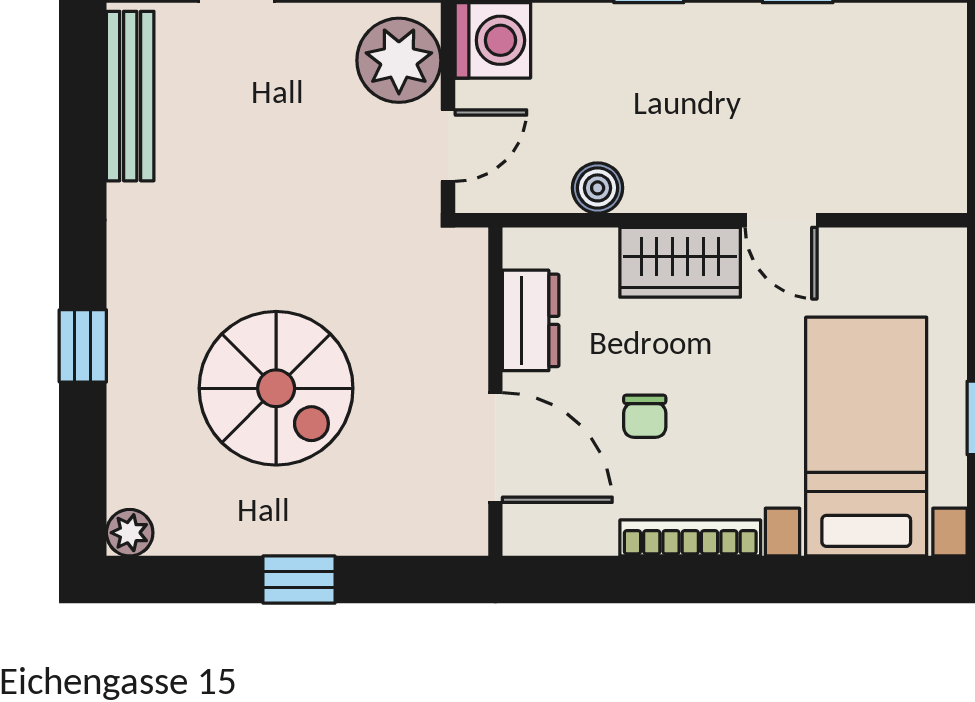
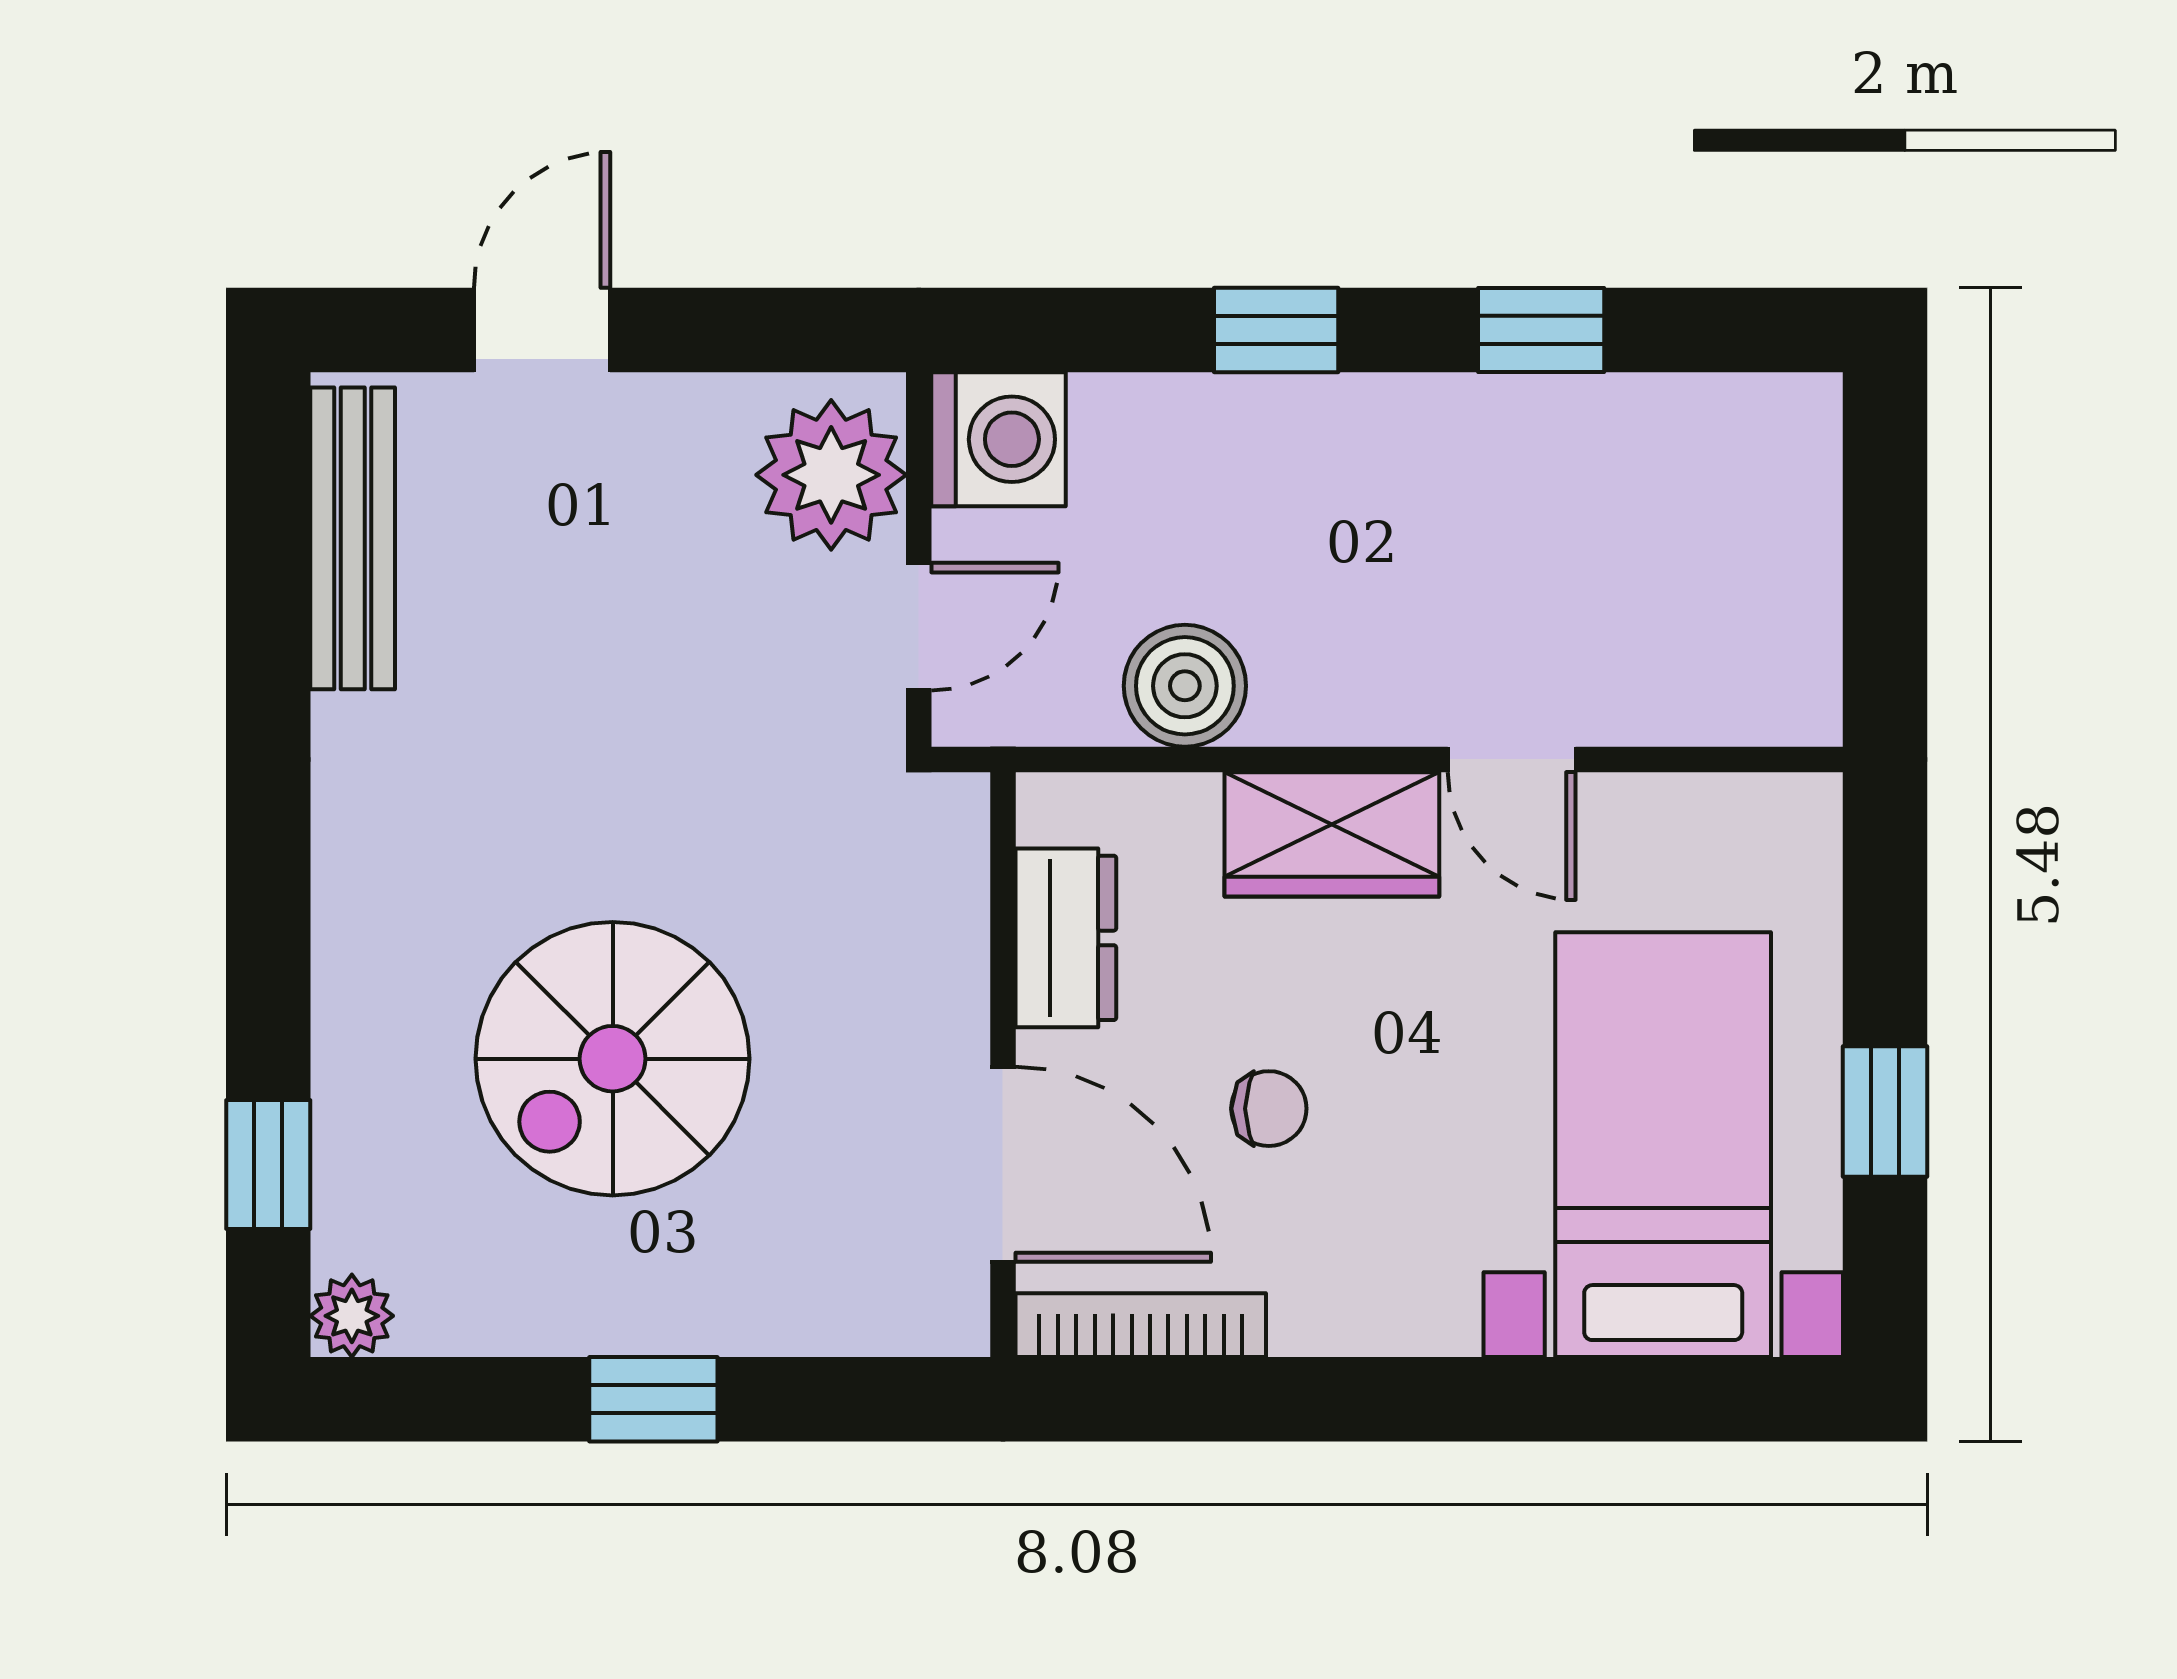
boiler: (598, 188) -> (1185, 686), width x1.36, depth x1.36
window: (83, 346) -> (268, 1164), moved
spiral stairs: (276, 388) -> (613, 1059), turned 90
chair: (645, 416) -> (1269, 1109), turned -90
bookcase: (690, 538) -> (1141, 1325), moved

